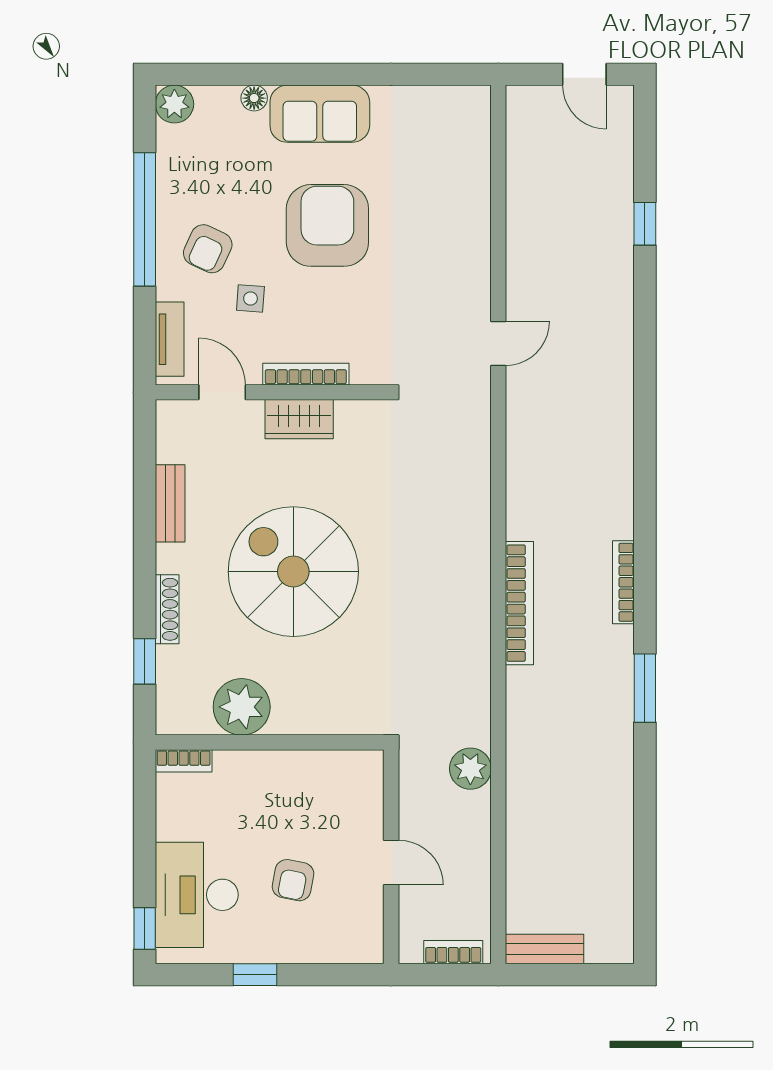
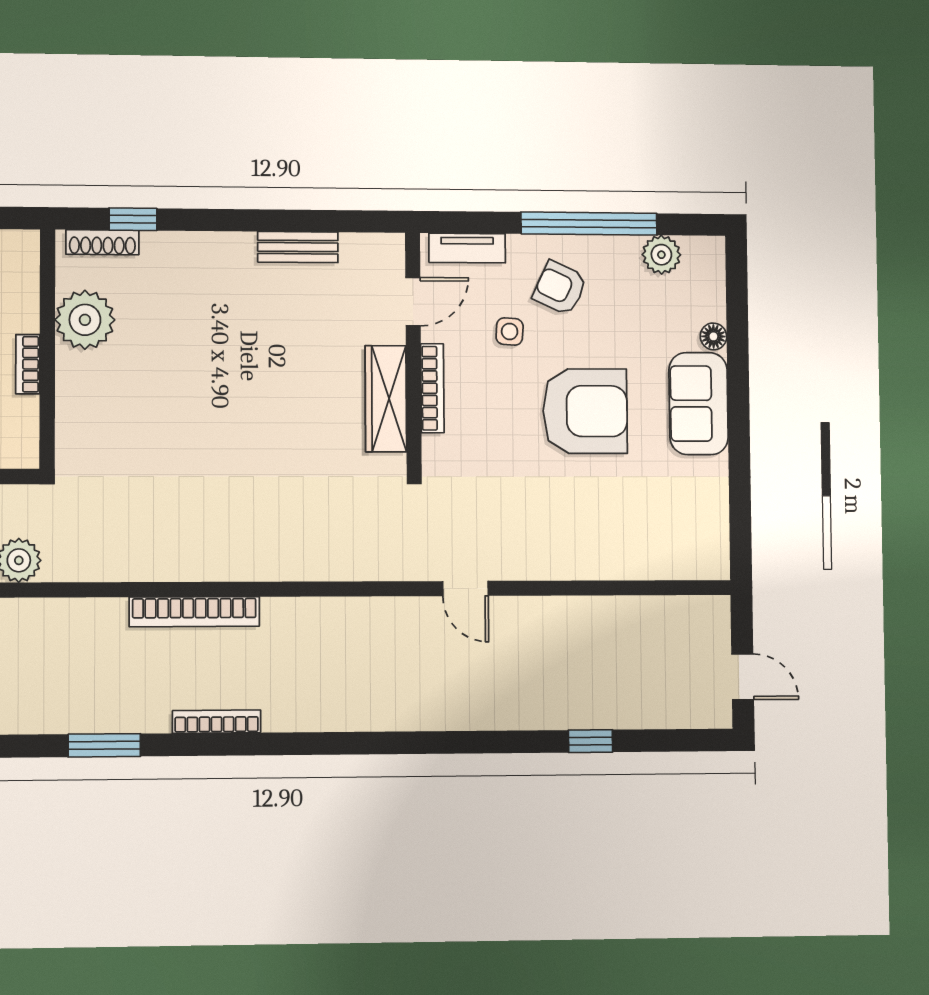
door: (584, 74) -> (743, 677), swing flipped
plant: (174, 104) -> (661, 255), moved
wardrobe: (299, 419) -> (386, 399), width x1.50
spiral stairs: (293, 572) -> (227, 374), removed
shoe rack: (167, 609) -> (102, 242), moved
bookcase: (184, 761) -> (28, 364), moved

